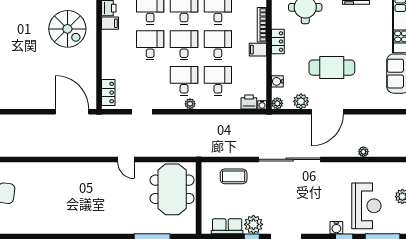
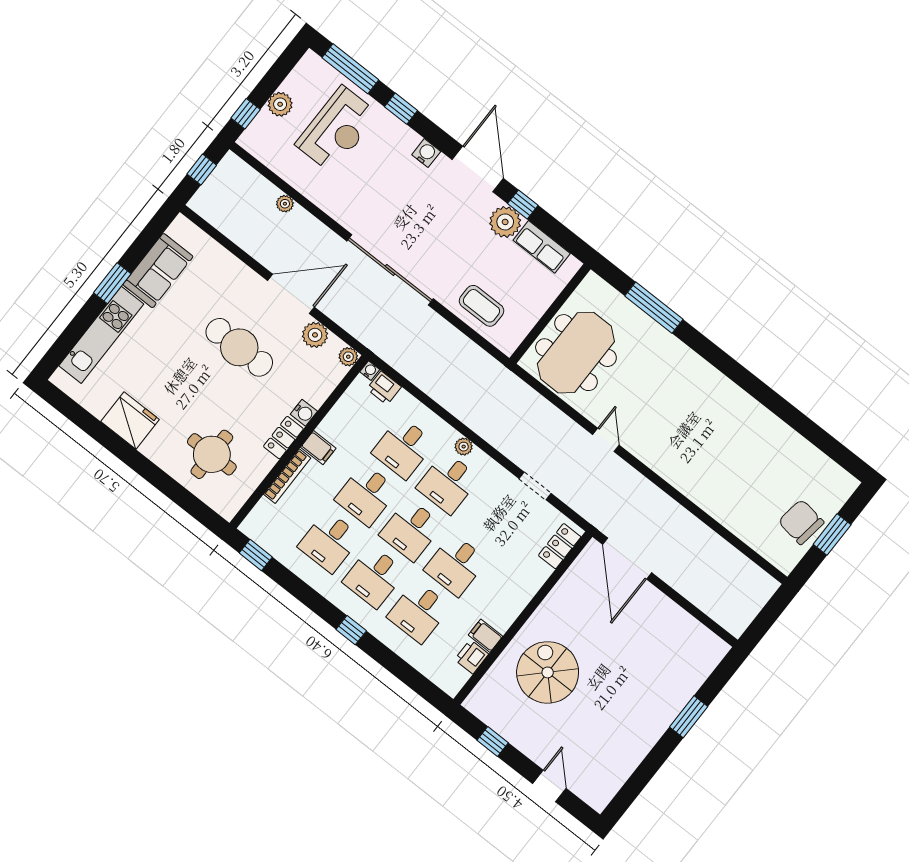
water cooler: (277, 81) -> (304, 413), moved
reception desk: (366, 206) -> (337, 129), turned 180
water cooler: (336, 228) -> (426, 153), moved

